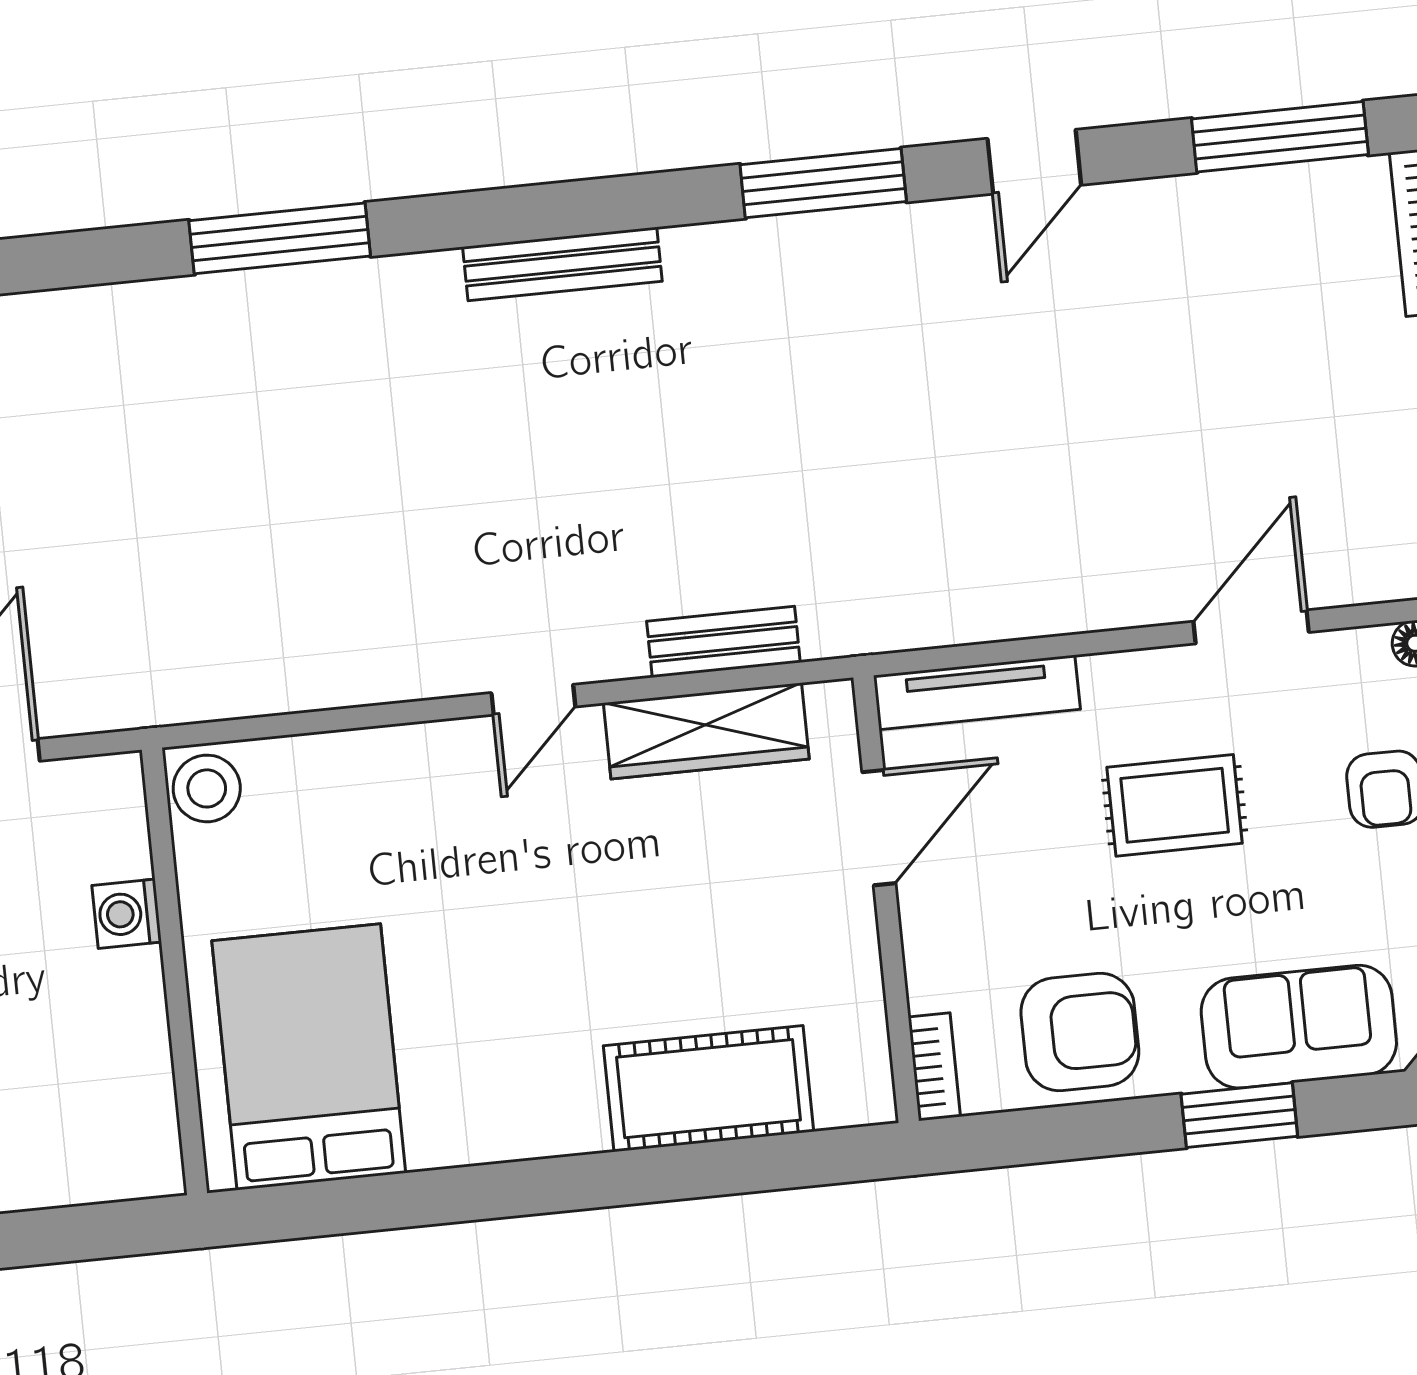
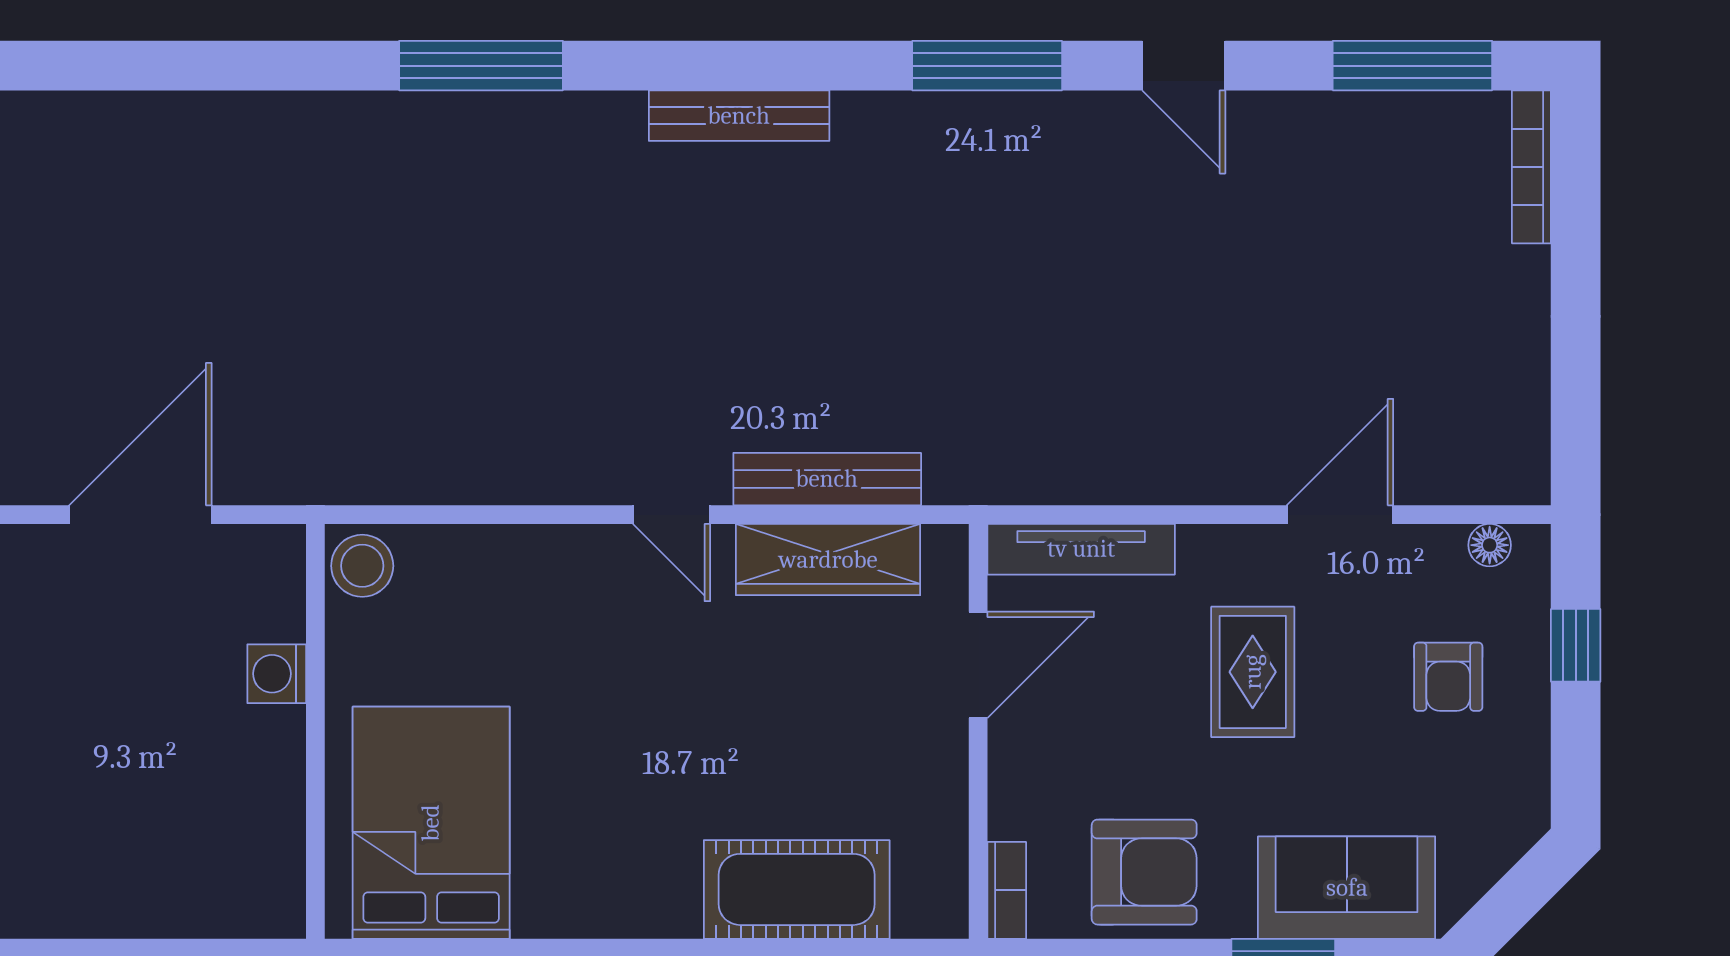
door: (1034, 162) -> (1184, 66), hinge flipped
bench: (723, 642) -> (827, 479), width x1.36
door: (533, 700) -> (672, 515), hinge flipped
rug: (1175, 805) -> (1253, 672), turned 90

